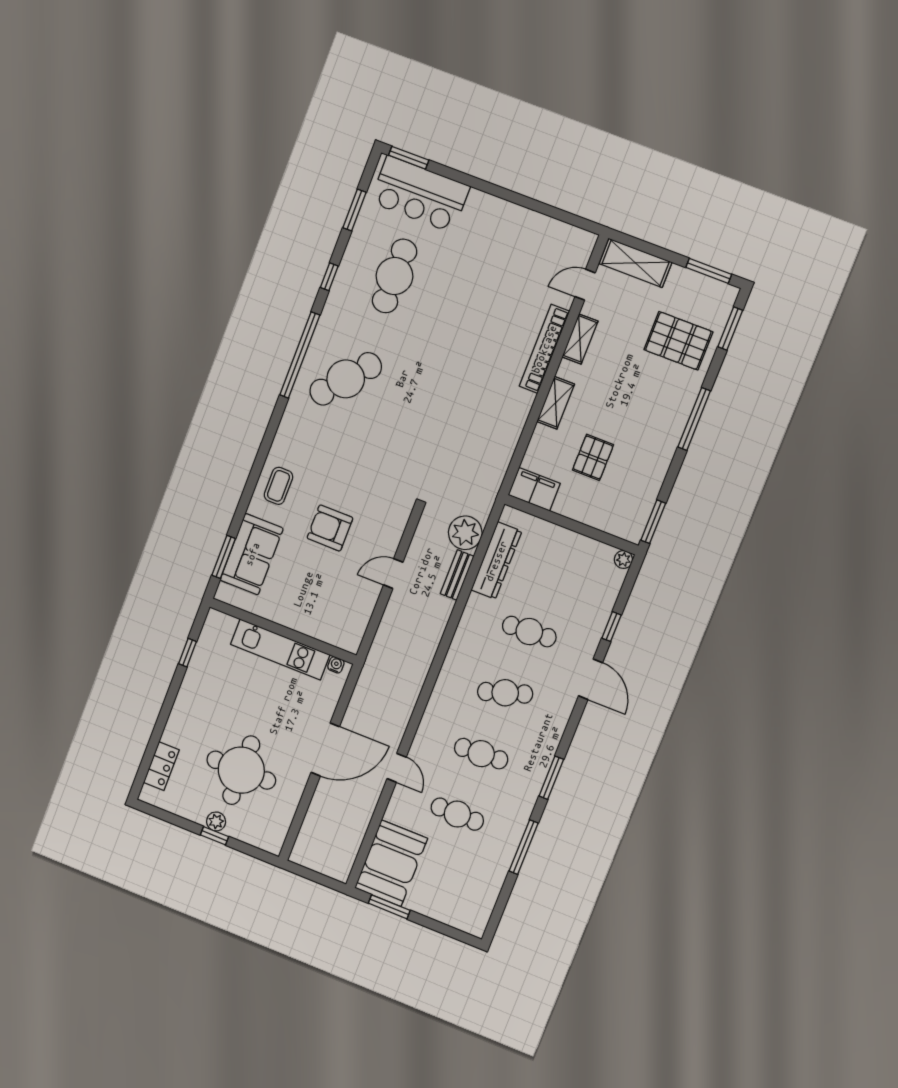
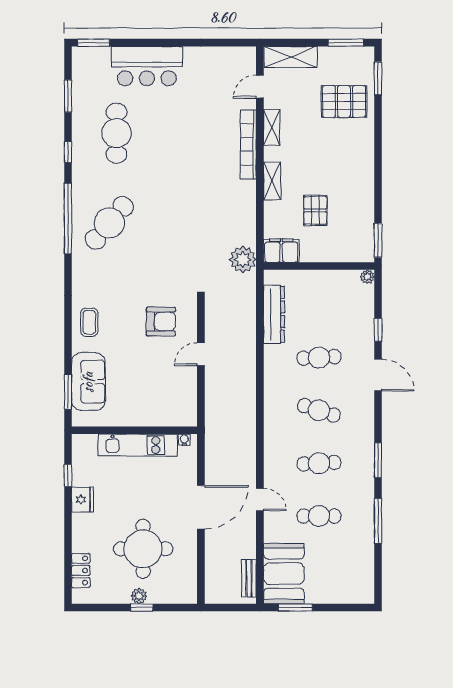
bar counter: (420, 194) -> (147, 66), moved
window: (694, 419) -> (378, 154), removed
armchair: (330, 528) -> (161, 322), moved, turned 180
plant: (465, 533) -> (243, 260), moved
bench: (457, 575) -> (249, 578), moved
fridge: (194, 687) -> (82, 500), added
cafe table: (505, 693) -> (319, 410), turned 36

